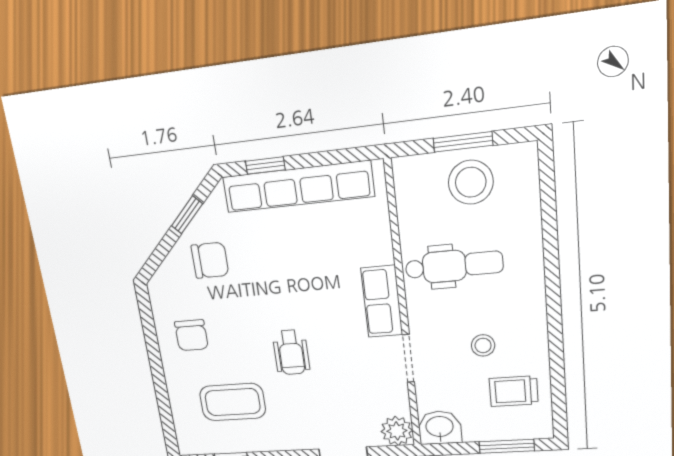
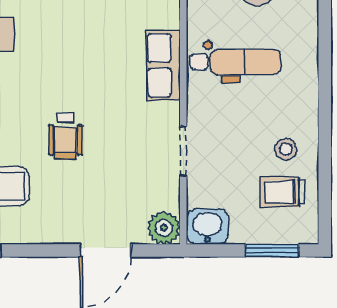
row of seats: (382, 302) -> (163, 65), moved
stool: (483, 345) -> (286, 149), moved

